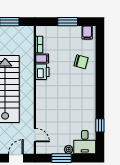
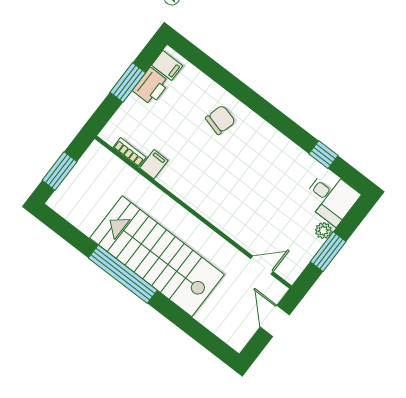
chair: (81, 62) -> (220, 120), moved
printer: (42, 72) -> (151, 86), moved, turned 90

